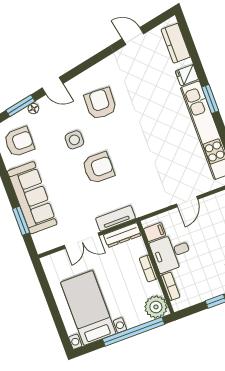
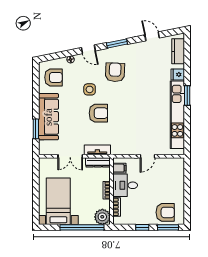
window: (20, 106) -> (117, 44), moved

